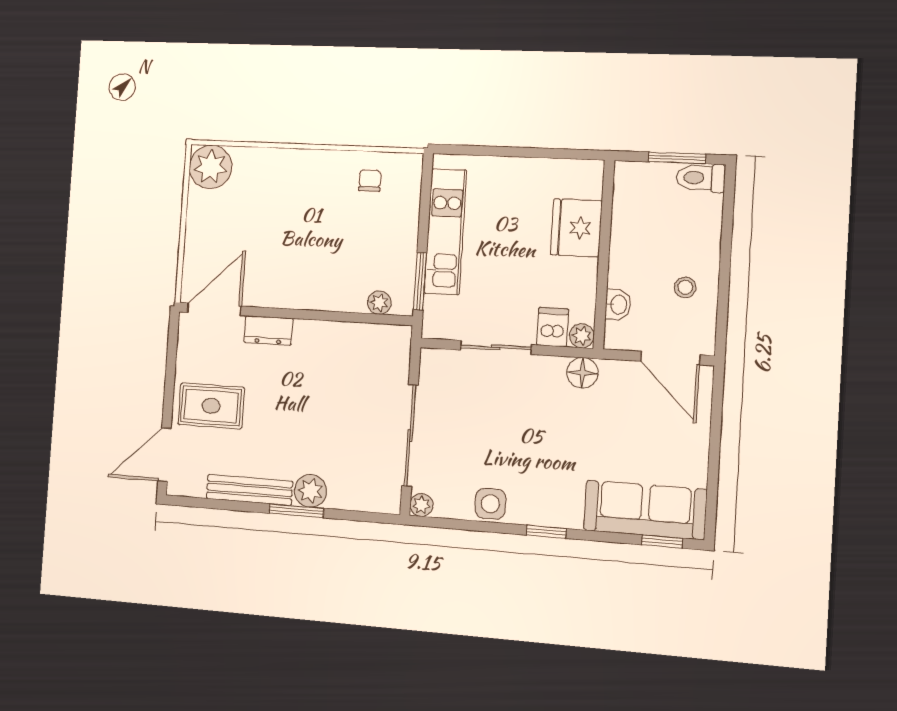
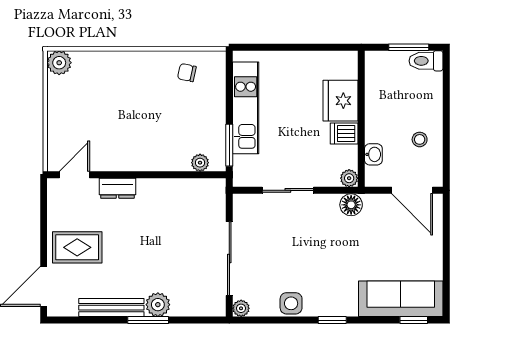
plant: (211, 167) -> (59, 63), width x0.73, depth x0.73
chair: (370, 181) -> (187, 73), turned -78
door: (214, 309) -> (74, 175), width x0.73
dishwasher: (553, 327) -> (344, 134), moved, turned -90

